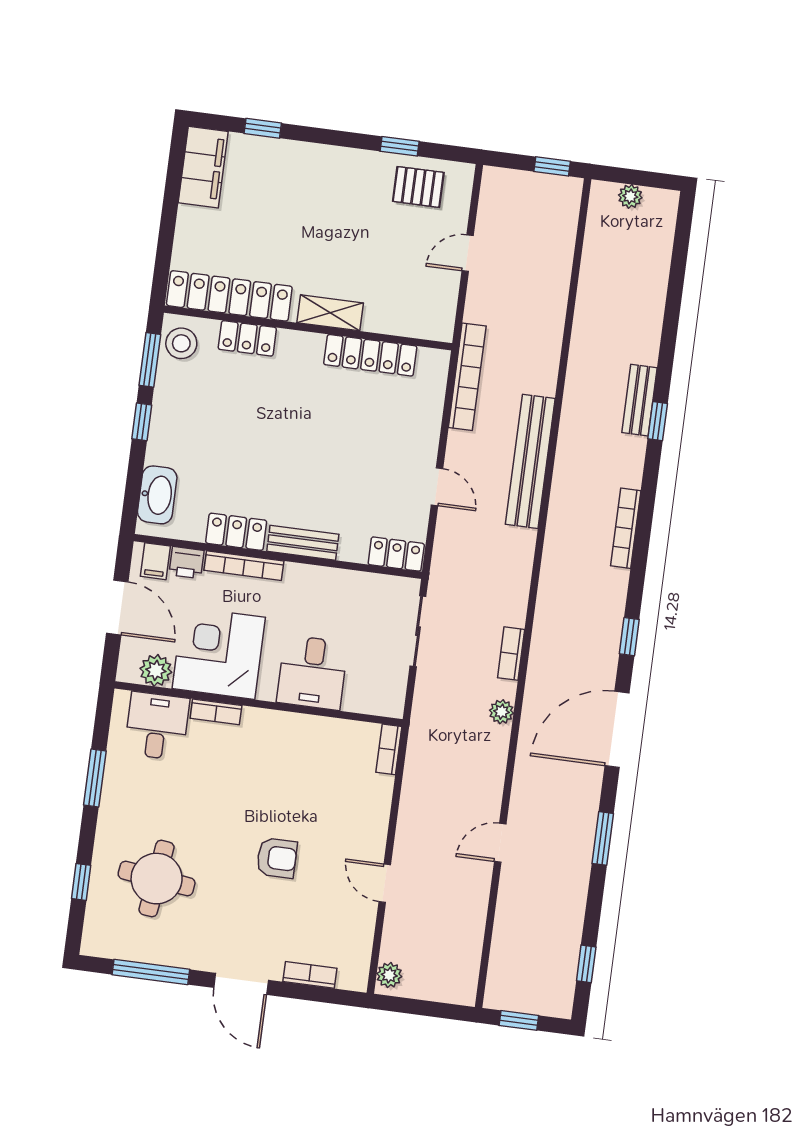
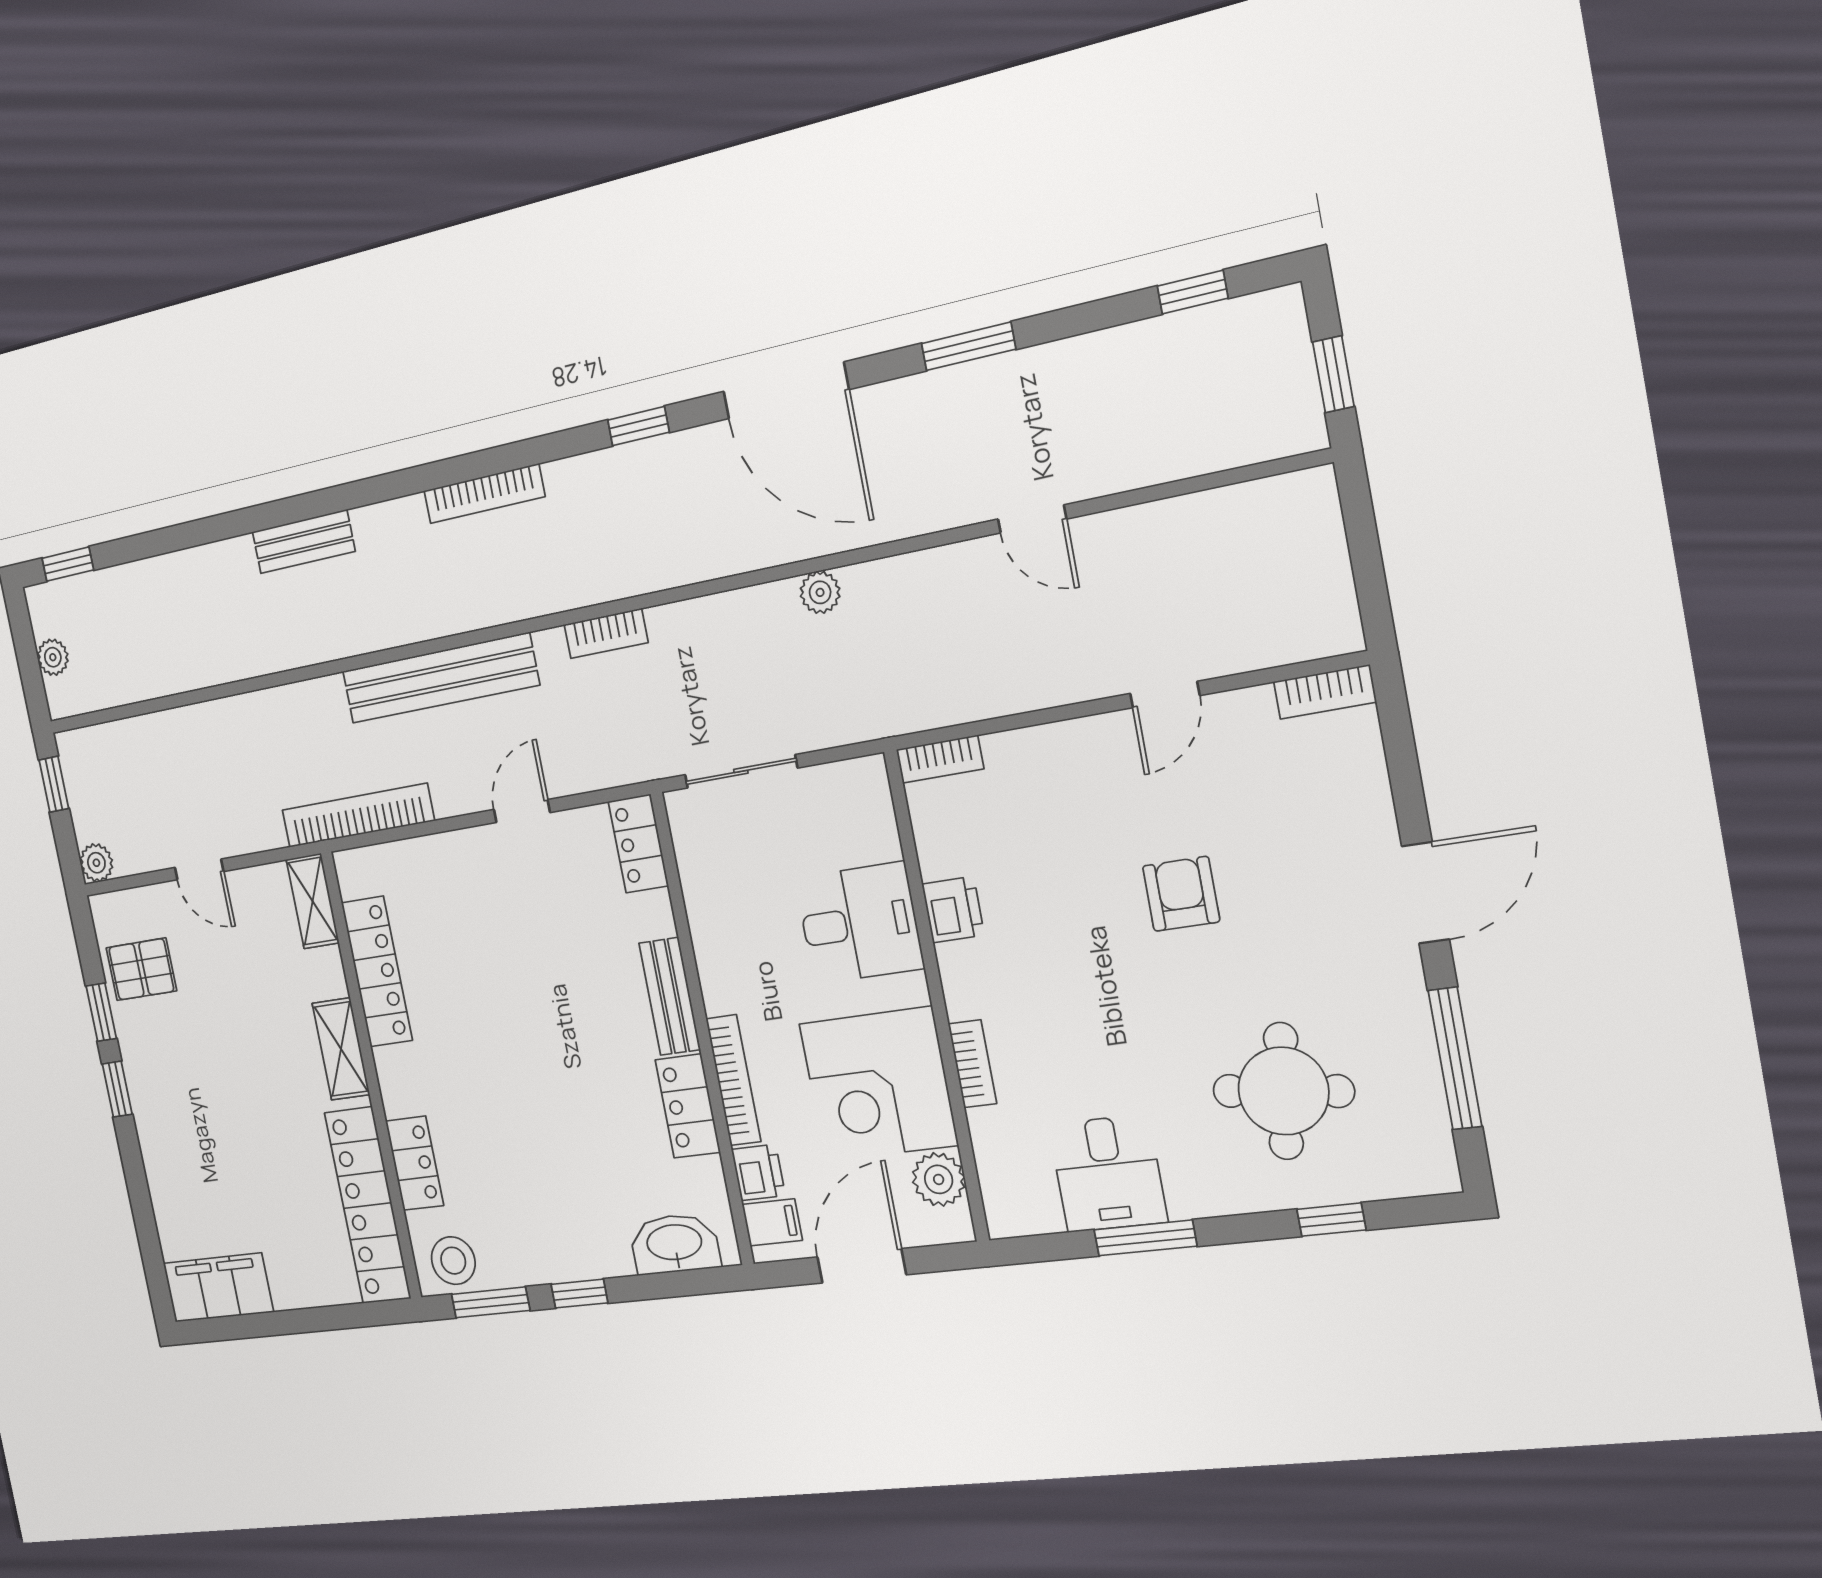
window: (263, 128) -> (117, 1089), moved
pallet: (418, 187) -> (141, 969), turned 90
shelving: (425, 327) -> (313, 901), added
window: (658, 421) -> (68, 564), moved
bookcase: (511, 654) -> (606, 634), moved
desk: (157, 726) -> (1108, 1173), moved, turned -90
printer: (304, 729) -> (953, 910), added
bookcase: (310, 975) -> (1325, 692), moved, turned -90
plant: (389, 975) -> (96, 863), moved

